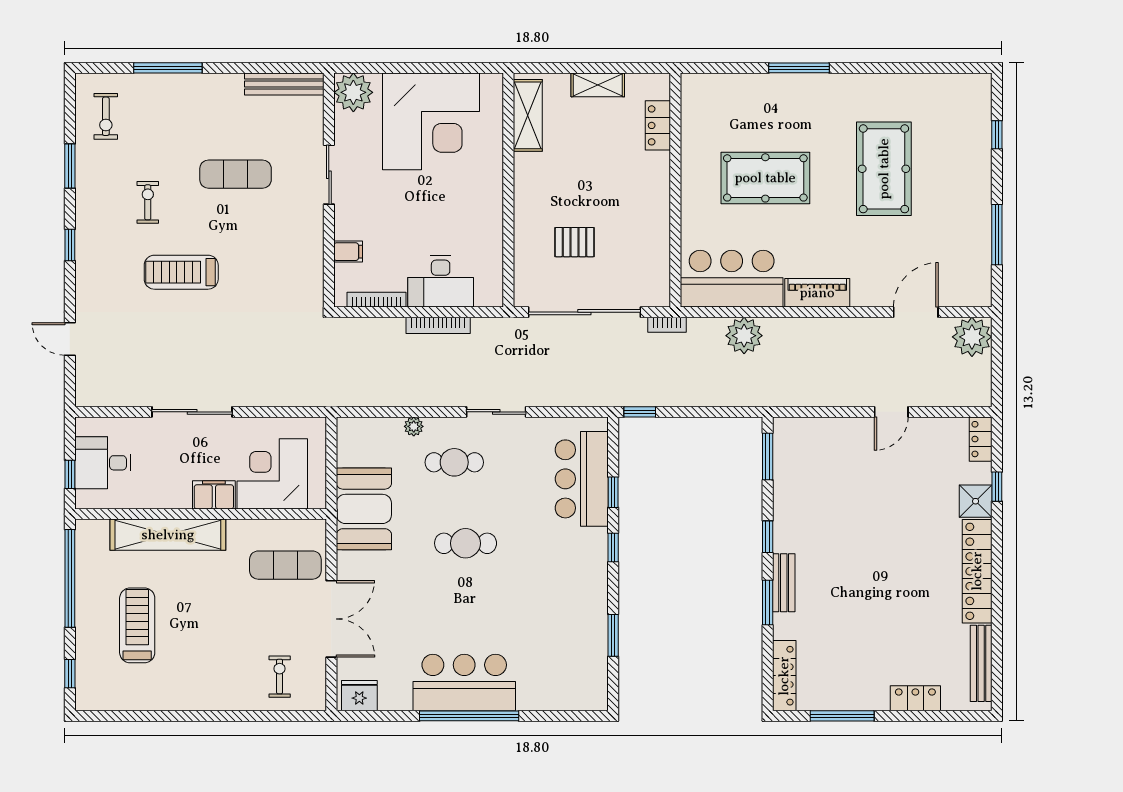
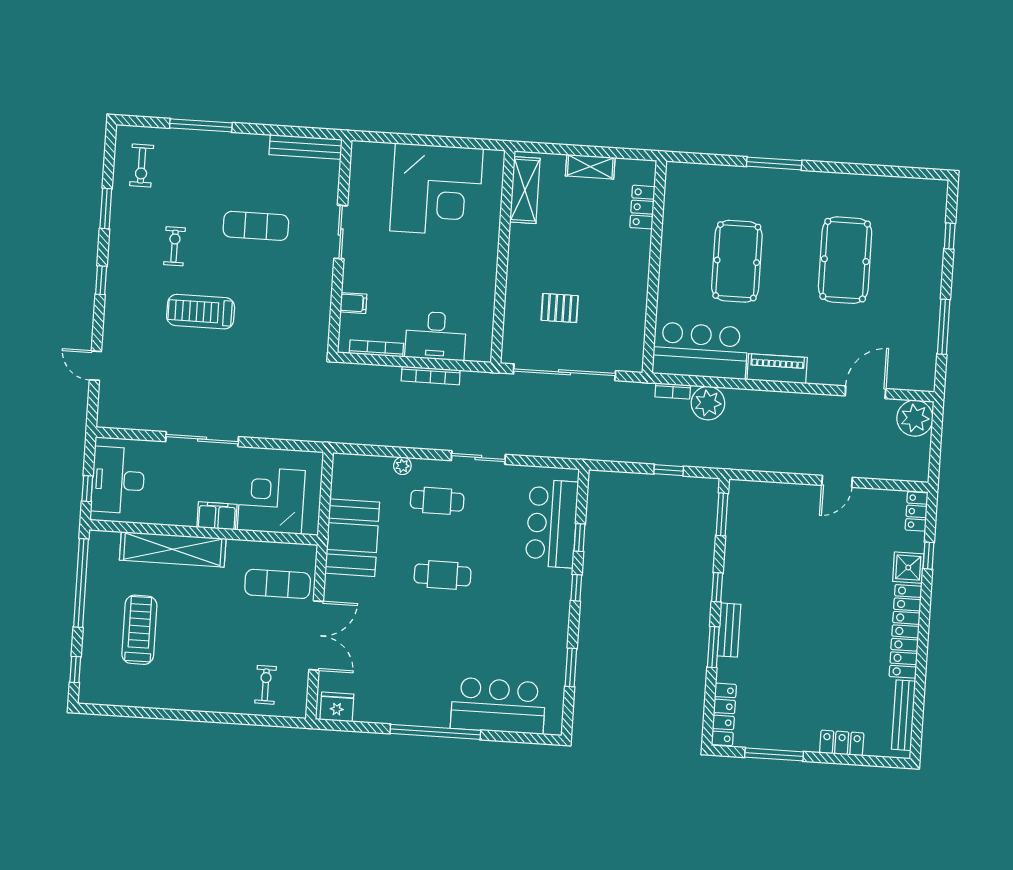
plant: (353, 92) -> (368, 159), removed
pool table: (765, 178) -> (737, 261), turned 90
bookcase: (667, 325) -> (673, 391), moved
window: (640, 412) -> (669, 470), moved
desk: (103, 463) -> (118, 480), width x1.37
bar counter: (464, 682) -> (498, 706), moved

